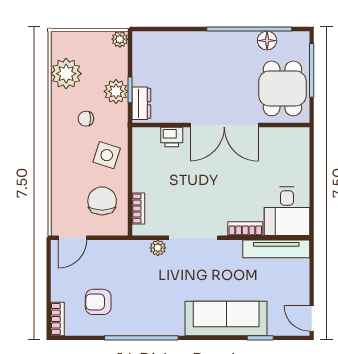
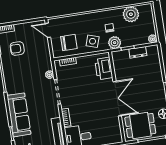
plant: (116, 91) -> (115, 43), moved
dresser: (141, 103) -> (138, 52), moved
double door: (224, 125) -> (117, 99), swing flipped
printer: (172, 137) -> (104, 68), width x1.87, depth x1.48
armchair: (98, 302) -> (17, 48), turned -90

